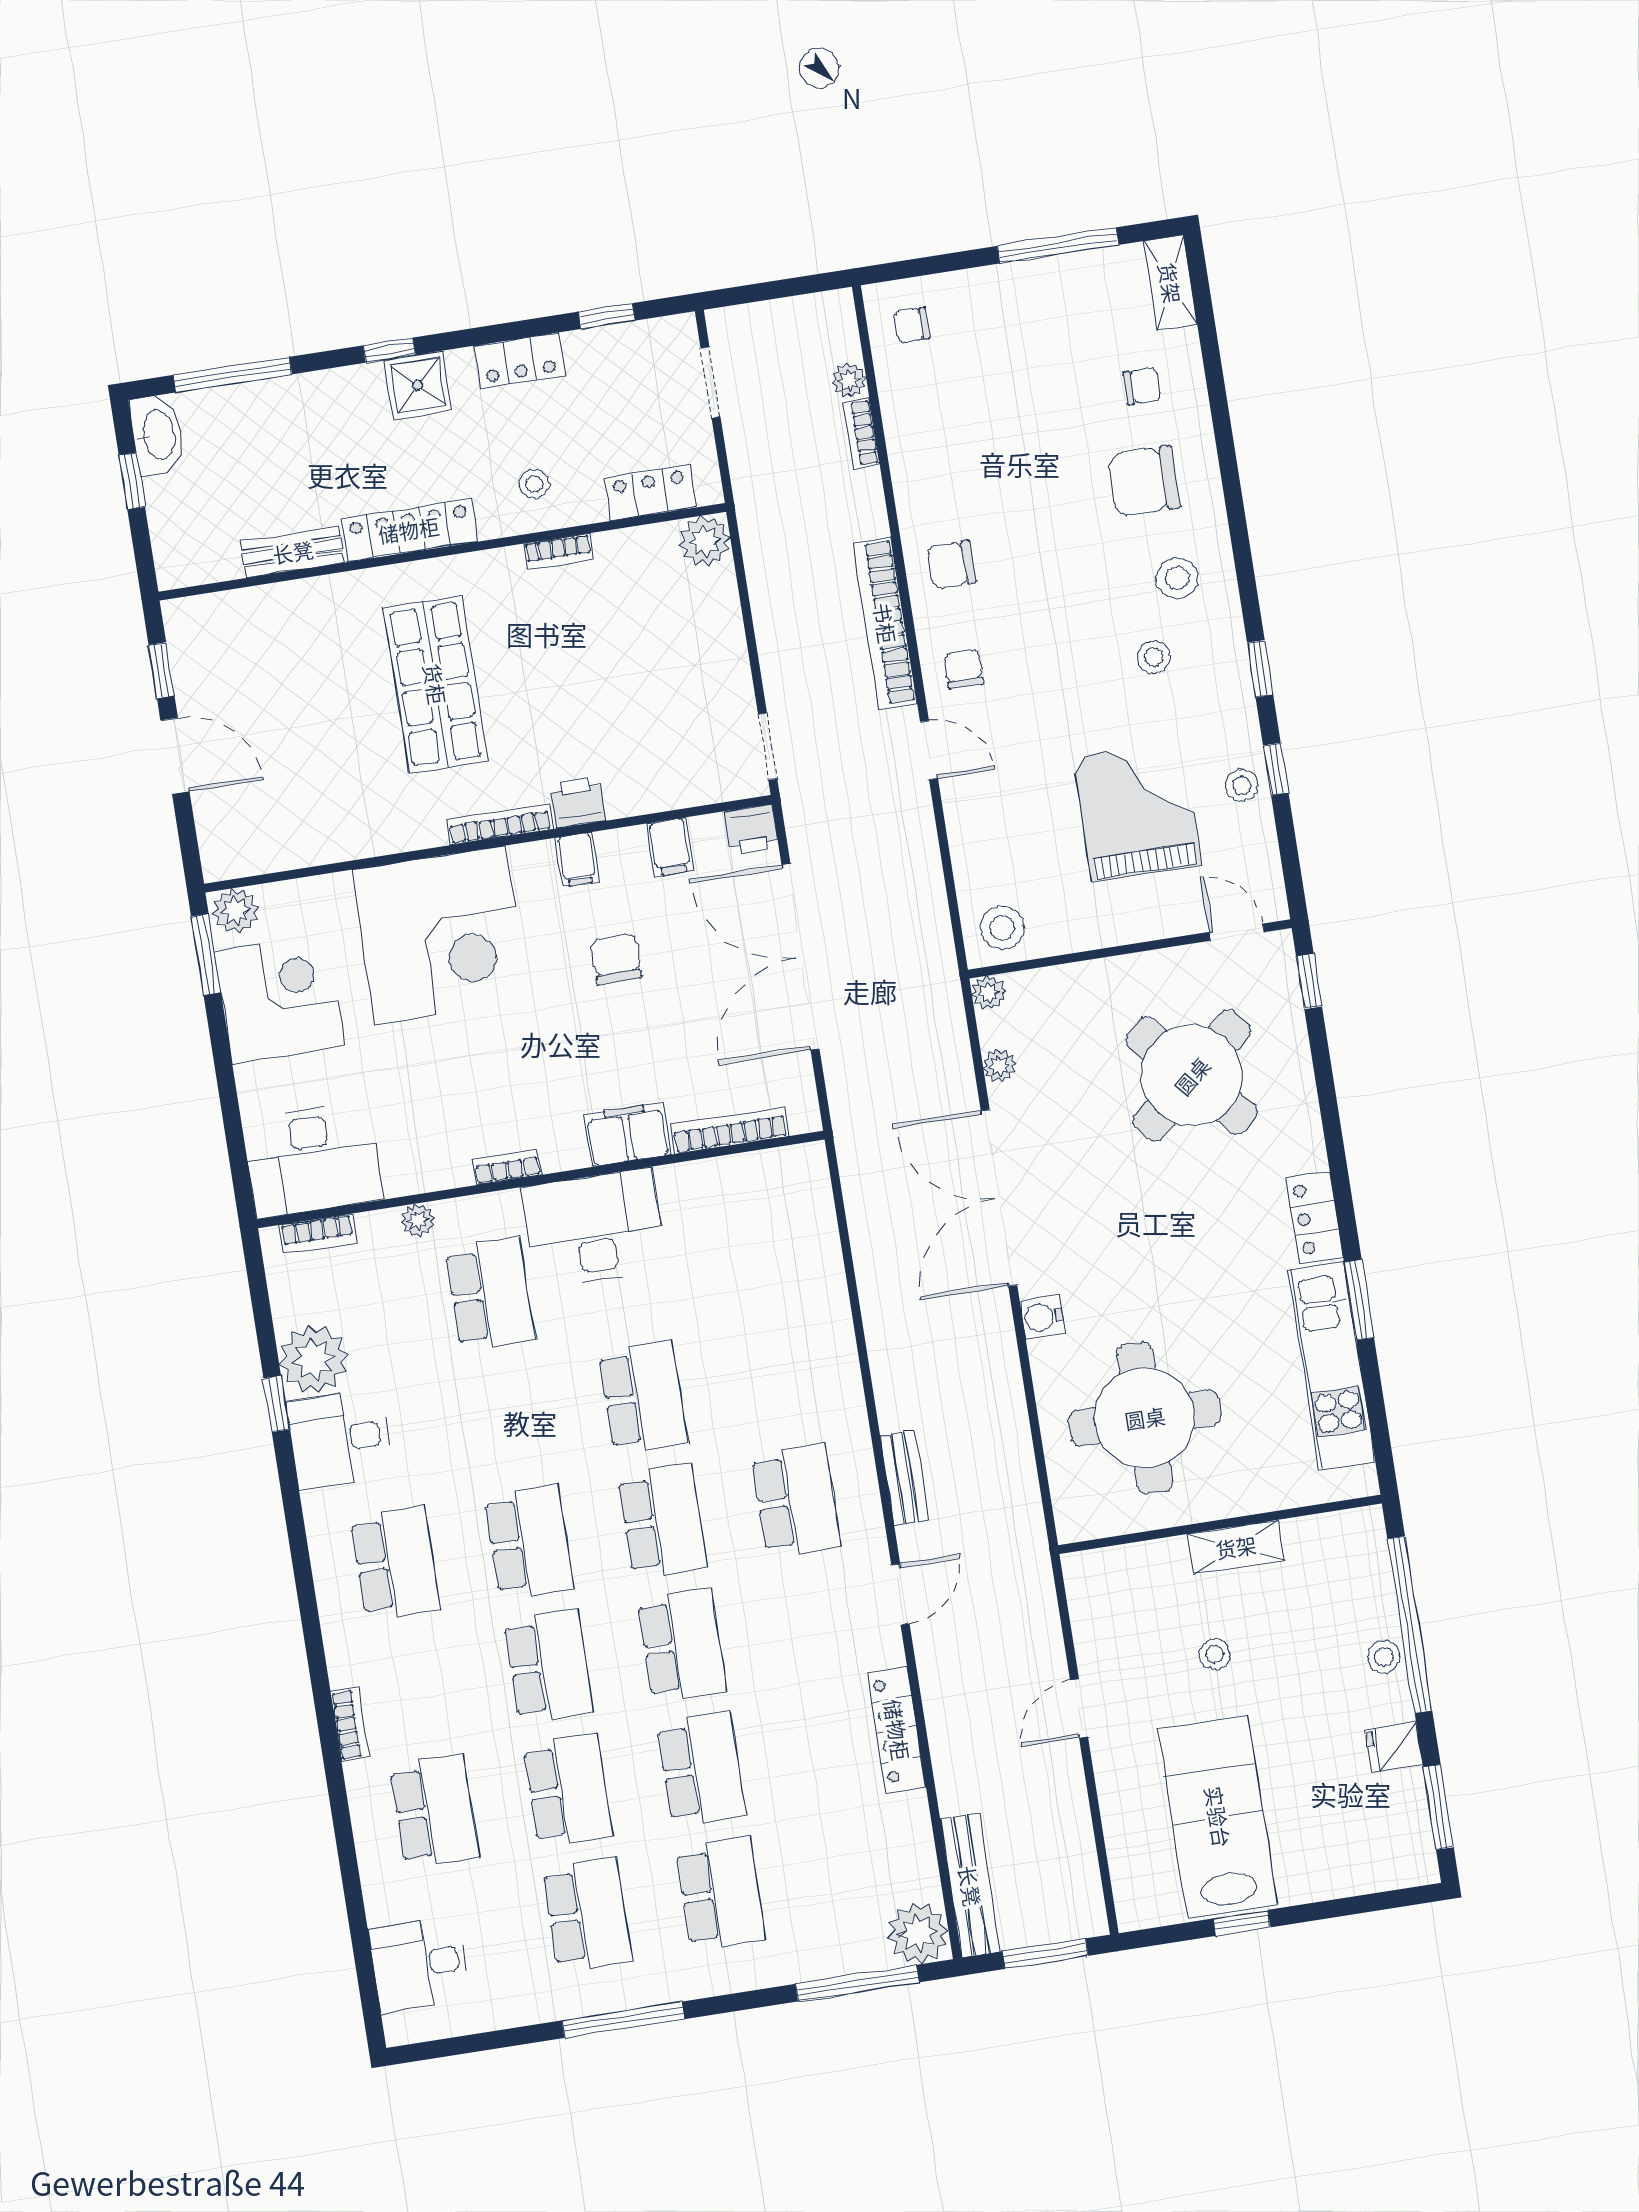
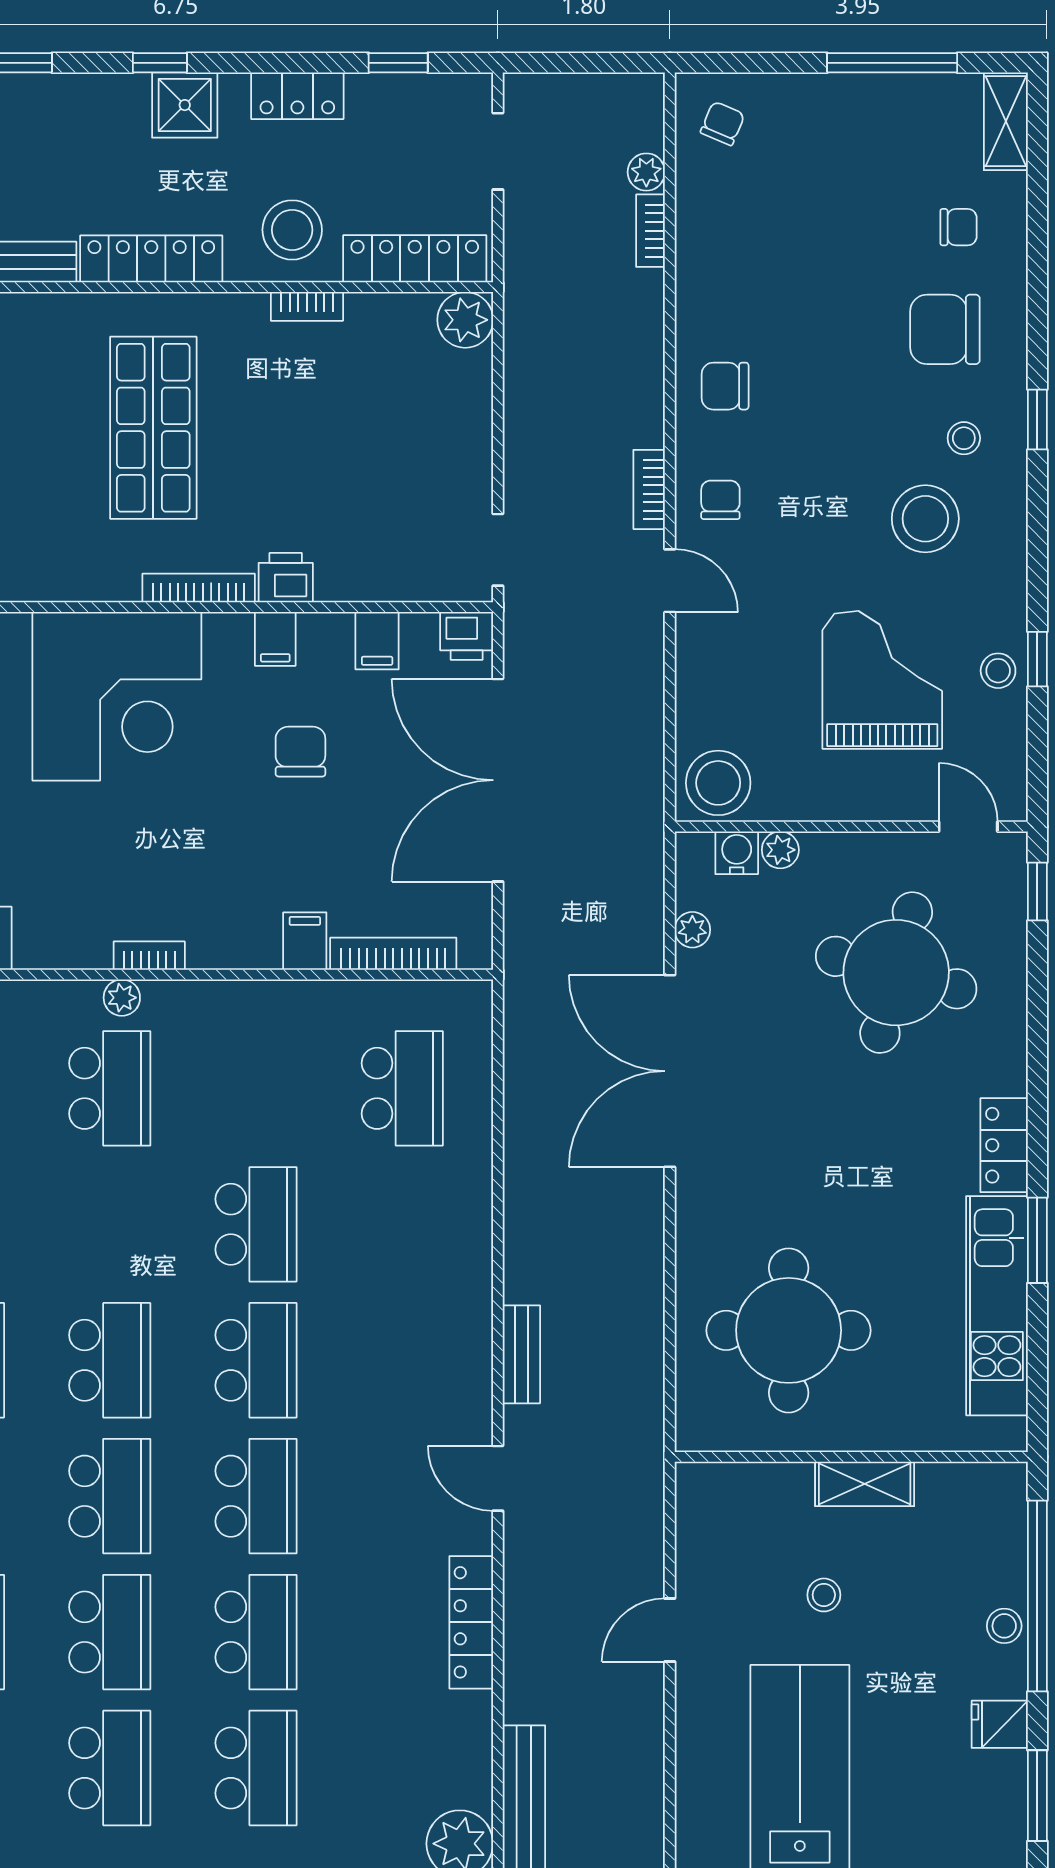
chair: (912, 325) -> (723, 123), turned 113
stool: (534, 484) -> (292, 230), width x1.89, depth x1.89
locker: (650, 493) -> (415, 259), width x1.53
stool: (1177, 578) -> (964, 438), width x0.73, depth x0.73
bookcase: (885, 623) -> (649, 489), width x0.43, depth x0.76
stool: (1153, 657) -> (925, 519), width x1.89, depth x1.89
window: (1260, 669) -> (1037, 419), moved
stool: (1002, 928) -> (718, 783), width x1.38, depth x1.38
plant: (989, 993) -> (780, 850), moved
round table: (1192, 1076) -> (896, 973), turned -34
filing cabinet: (627, 1135) -> (305, 941), width x0.50
plant: (418, 1220) -> (122, 998), moved
desk: (594, 1228) -> (232, 1035), removed
water cooler: (1042, 1317) -> (737, 853), moved, turned 90
school desk: (796, 1500) -> (402, 1088), moved
door: (900, 1594) -> (498, 1478), swing flipped

